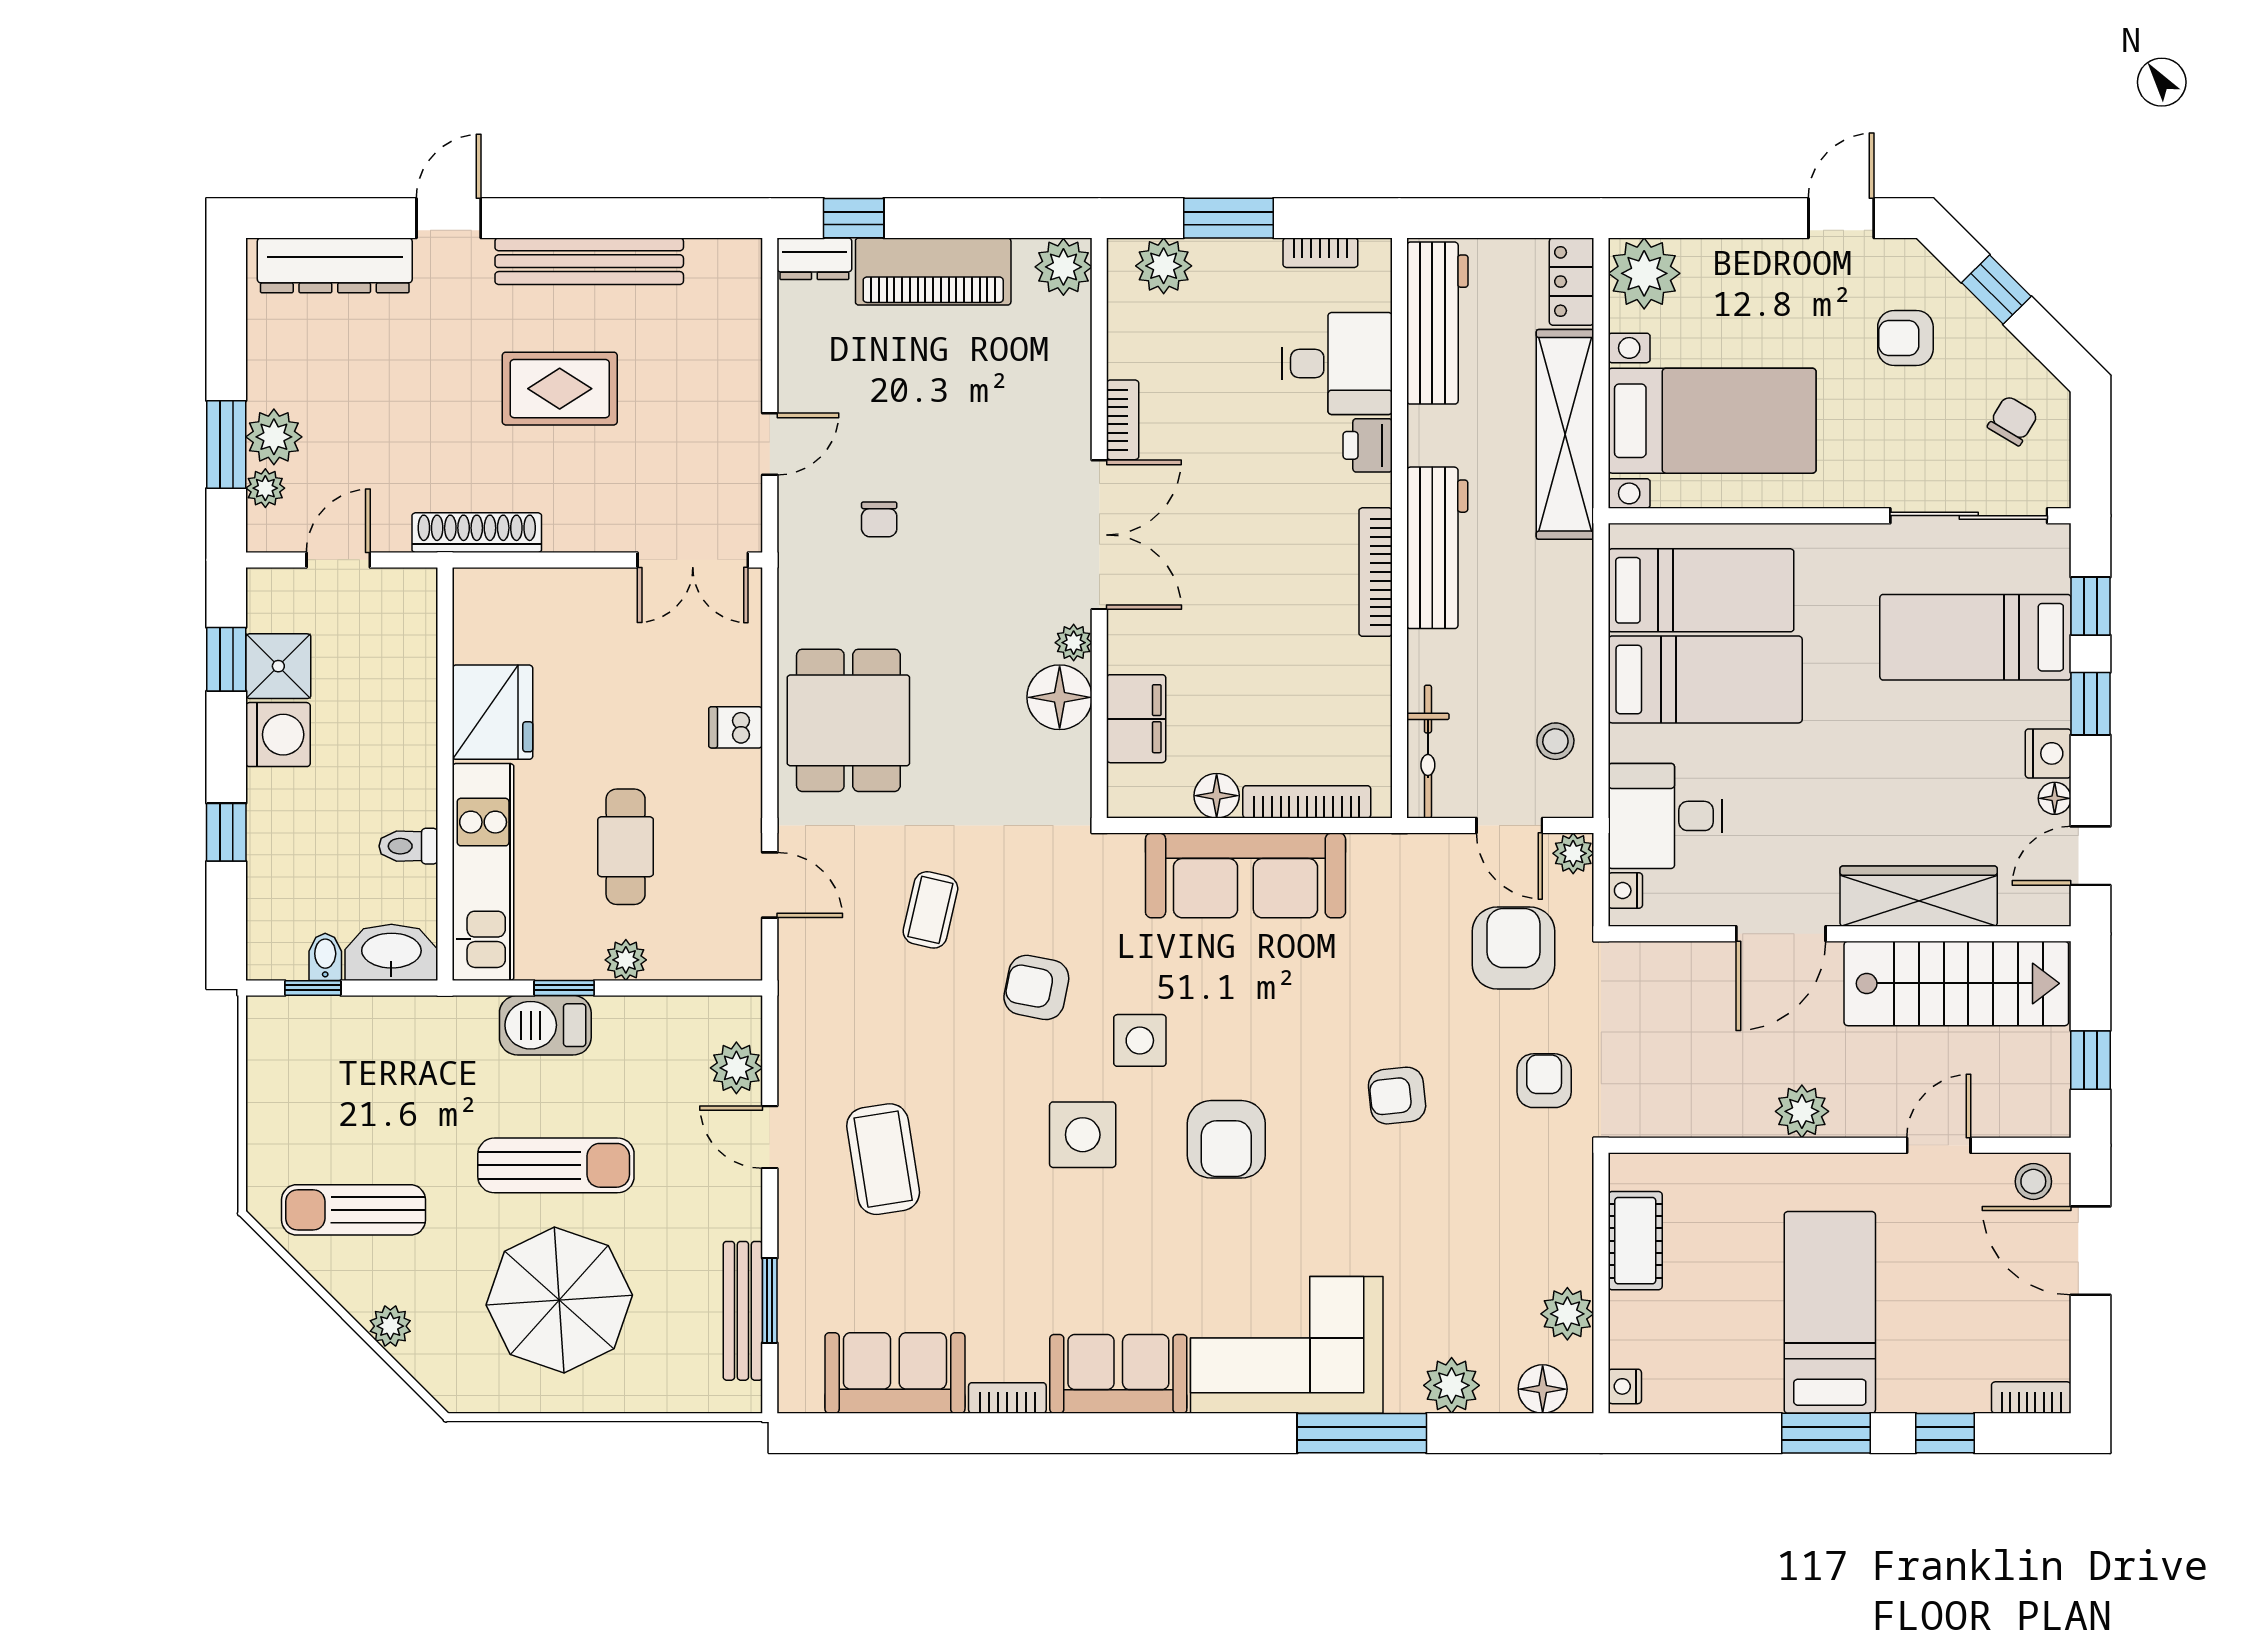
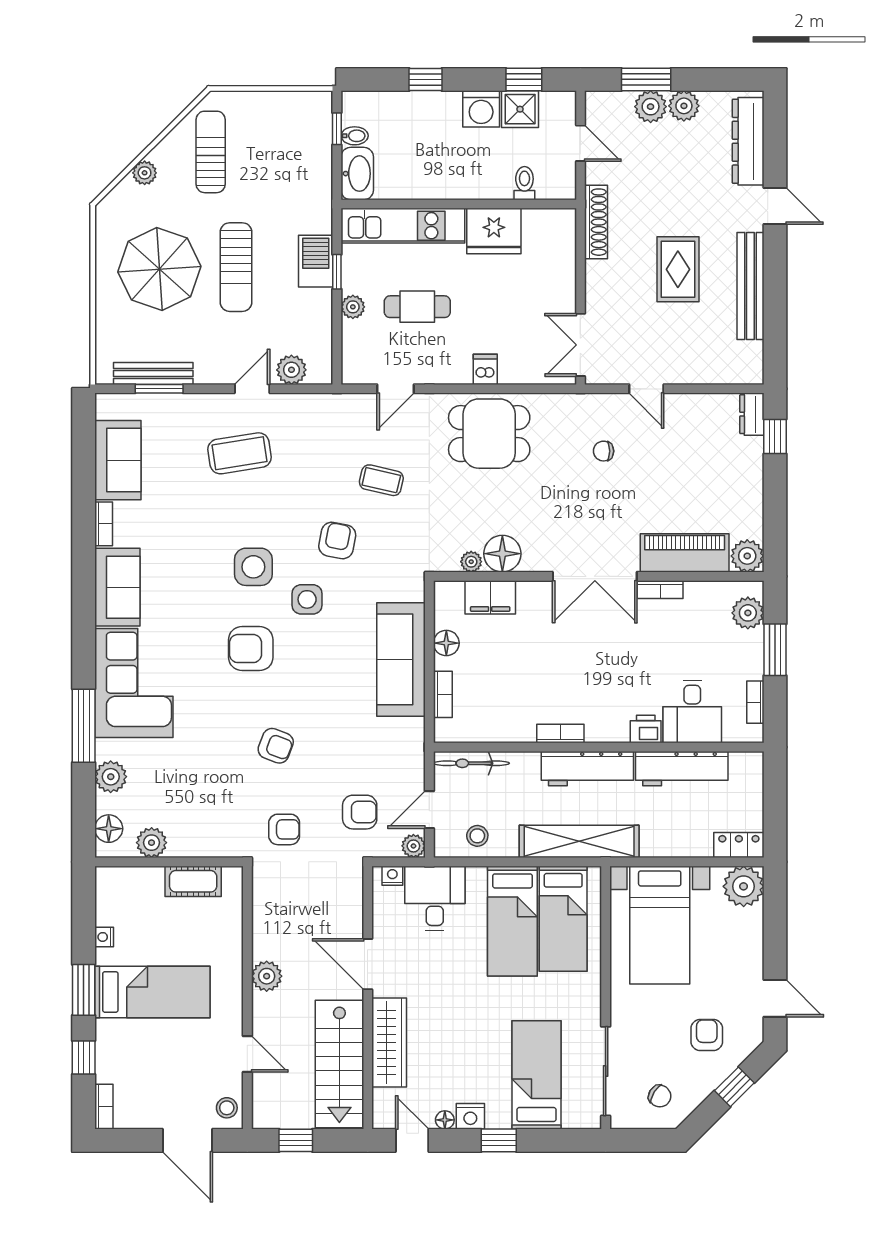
piano: (933, 271) -> (685, 553), moved, turned 90
workbench: (1437, 323) -> (682, 769), moved
shelving: (1565, 434) -> (579, 841), moved
plant: (265, 488) -> (684, 106), moved, width x1.38, depth x1.38
bookcase: (1376, 572) -> (560, 734), width x0.64
window: (2091, 606) -> (554, 1140), removed
plant: (1074, 643) -> (471, 562), moved
bookcase: (1307, 802) -> (443, 694), width x0.64
toilet: (408, 846) -> (524, 183), moved
armchair: (1514, 948) -> (360, 812), width x0.72, depth x0.72
armchair: (1397, 1096) -> (276, 746), turned 117
door: (2091, 1251) -> (187, 1140), swing flipped
nightstand: (1625, 1386) -> (104, 937), moved, turned -90

